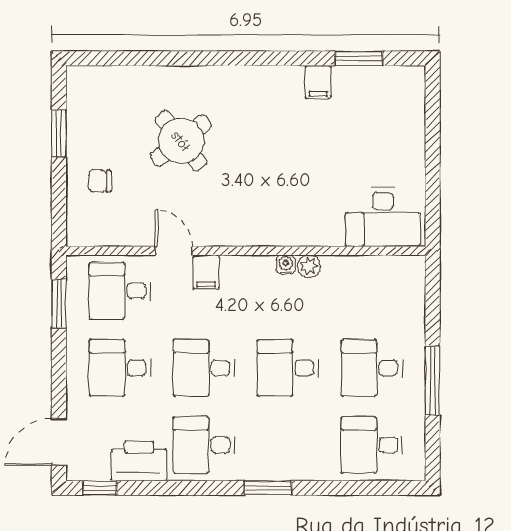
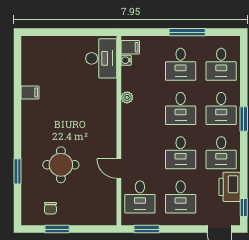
window: (359, 58) -> (18, 171), moved
round table: (181, 141) -> (61, 165), turned 38
chair: (100, 181) -> (50, 208), moved
door: (174, 251) -> (119, 169), hinge flipped
water cooler: (286, 265) -> (126, 60), moved
filing cabinet: (206, 272) -> (130, 47), moved
desk: (288, 445) -> (221, 108), added

